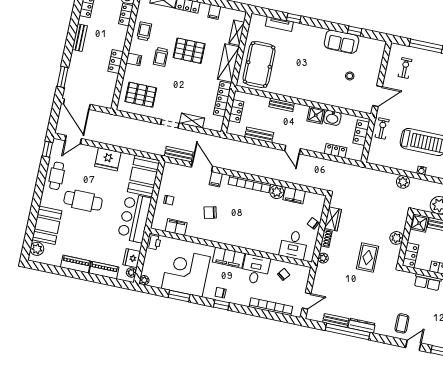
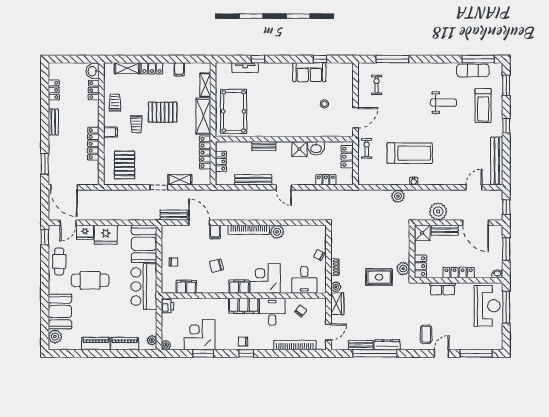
locker: (116, 62) -> (93, 144), width x1.53
pallet: (141, 95) -> (125, 165), turned 90
bench: (259, 135) -> (253, 180), width x1.36
filing cabinet: (294, 195) -> (239, 287), moved, turned 180
wardrobe: (333, 219) -> (337, 304), moved
corner desk: (255, 235) -> (265, 278), added
plant: (396, 238) -> (403, 269), moved
fridge: (132, 258) -> (85, 232), moved, turned -90
rug: (368, 258) -> (379, 277), turned 90
corner desk: (186, 273) -> (200, 335), width x0.74, depth x0.74

